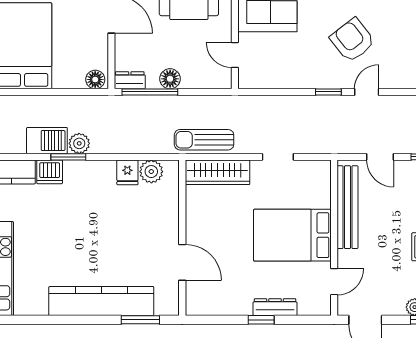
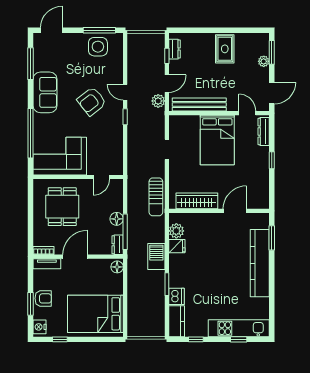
barbecue: (47, 141) -> (156, 256), moved
plant: (79, 143) -> (158, 101), moved
wardrobe: (217, 172) -> (197, 201), moved, turned -90
dresser: (275, 307) -> (264, 131), moved

